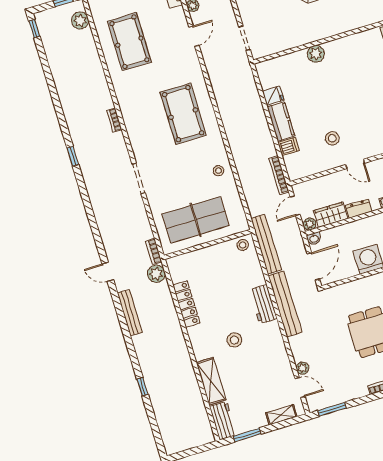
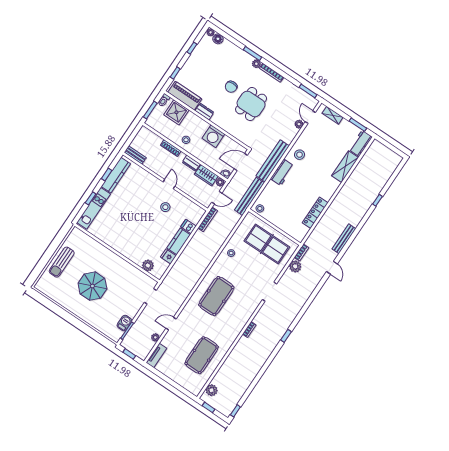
plant: (316, 54) -> (148, 265), moved
plant: (156, 274) -> (295, 266), moved
stool: (234, 340) -> (299, 155), moved

